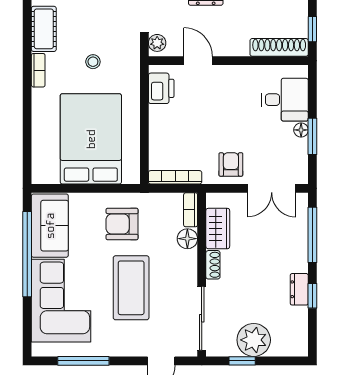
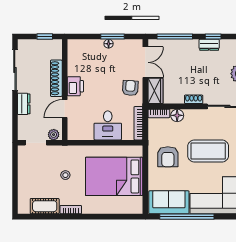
shoe rack: (279, 47) -> (56, 78), moved
printer: (161, 88) -> (75, 86), moved, turned 90
desk: (285, 100) -> (108, 125), moved, turned 180
armchair: (231, 164) -> (130, 88), turned 94
wardrobe: (218, 229) -> (155, 91), moved, turned 90

